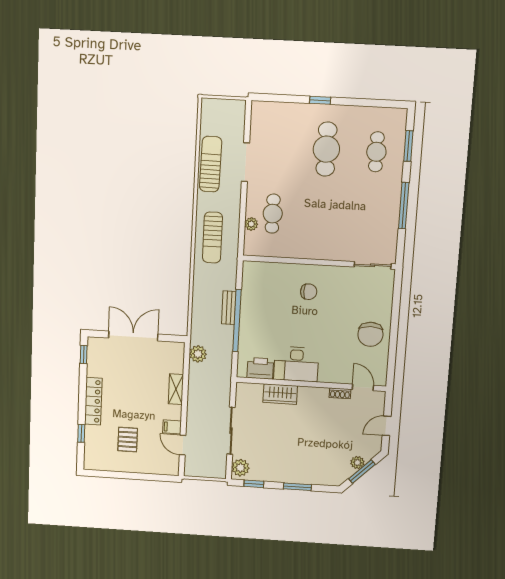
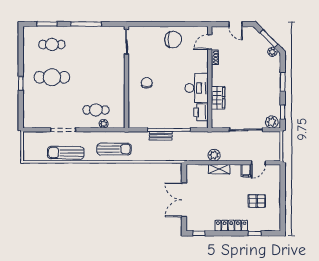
plant: (198, 354) -> (214, 155), moved
plant: (357, 463) -> (272, 52), moved

